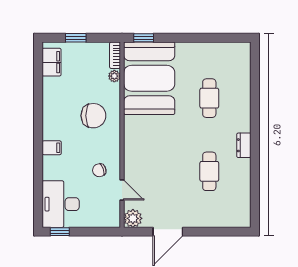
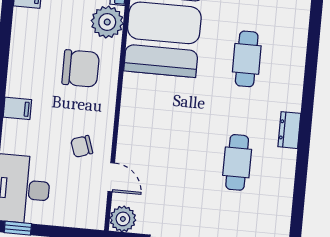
plant: (114, 76) -> (107, 22), width x1.87, depth x1.87

